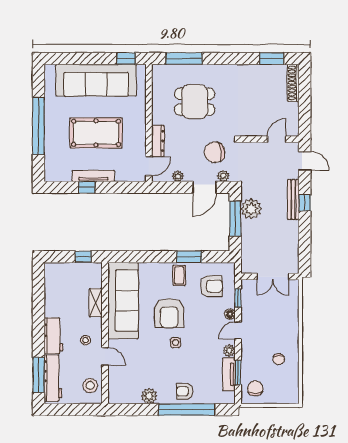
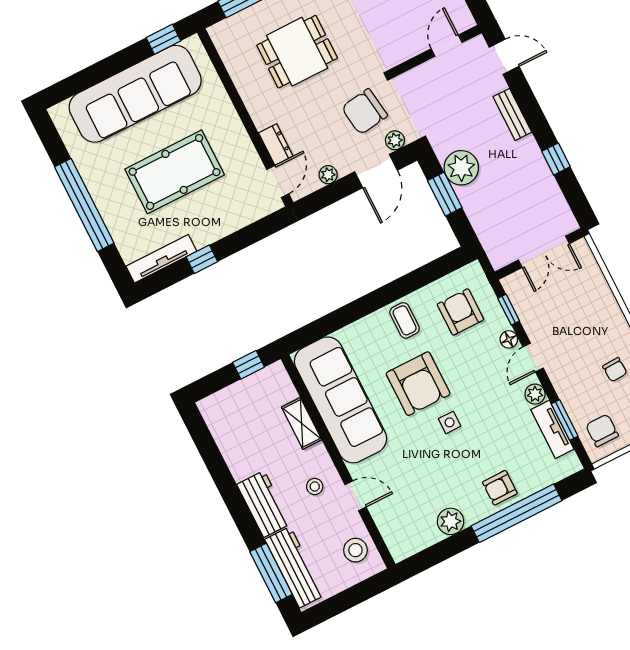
dresser: (158, 141) -> (276, 144), width x0.70
tv unit: (93, 176) -> (161, 259), moved
bench: (293, 199) -> (512, 114), width x0.73
window: (305, 203) -> (556, 159), moved
window: (235, 219) -> (445, 194), width x0.69
window: (189, 257) -> (405, 285), removed
armchair: (211, 286) -> (460, 312), turned -90

